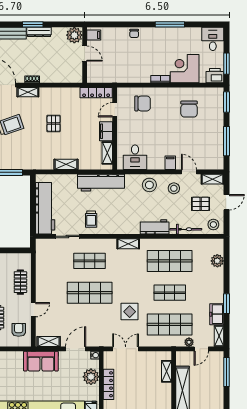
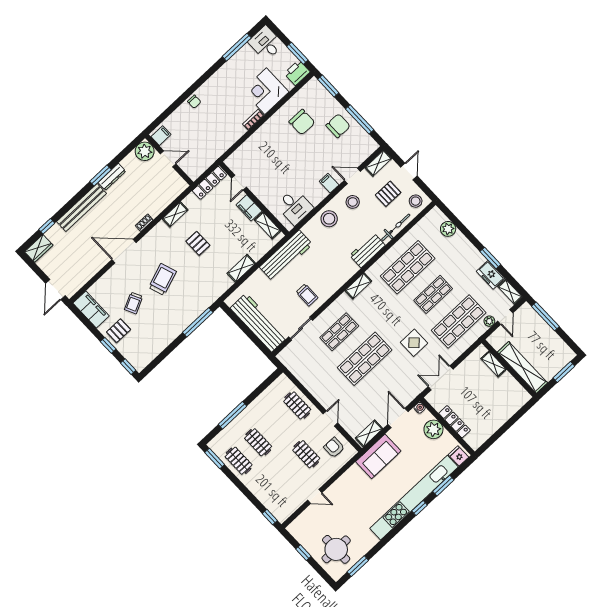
window: (170, 24) -> (237, 47), moved
shelving: (28, 92) -> (175, 214), moved
chair: (143, 103) -> (338, 126), moved

